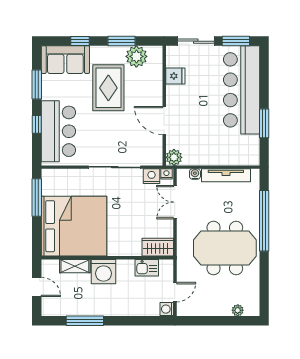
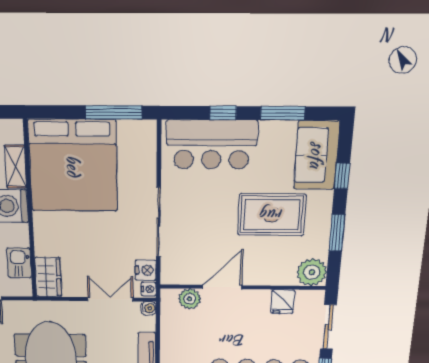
plant: (136, 56) -> (312, 272), moved
plant: (174, 157) -> (190, 299), moved
water cooler: (195, 174) -> (149, 308), moved

